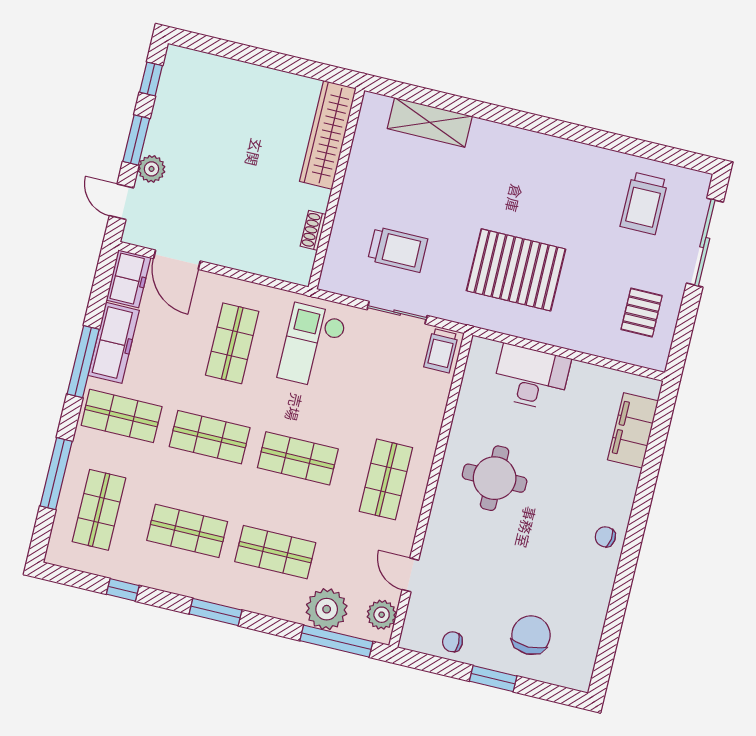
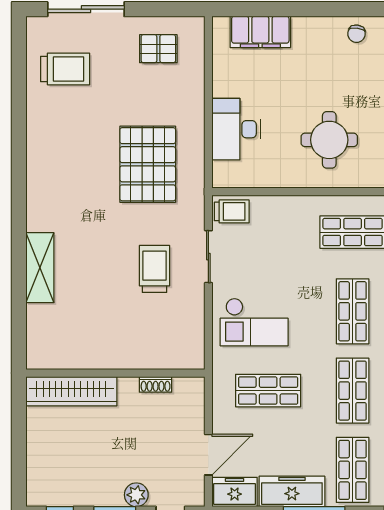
wardrobe: (328, 135) -> (71, 391), moved
wall: (336, 189) -> (115, 373), moved
shoe rack: (313, 230) -> (156, 384), moved

